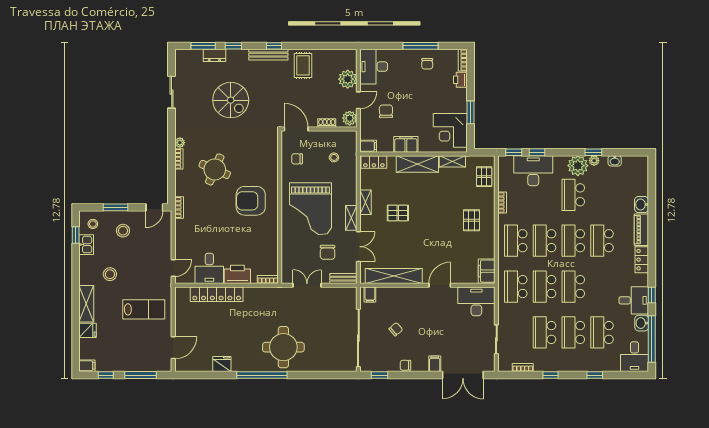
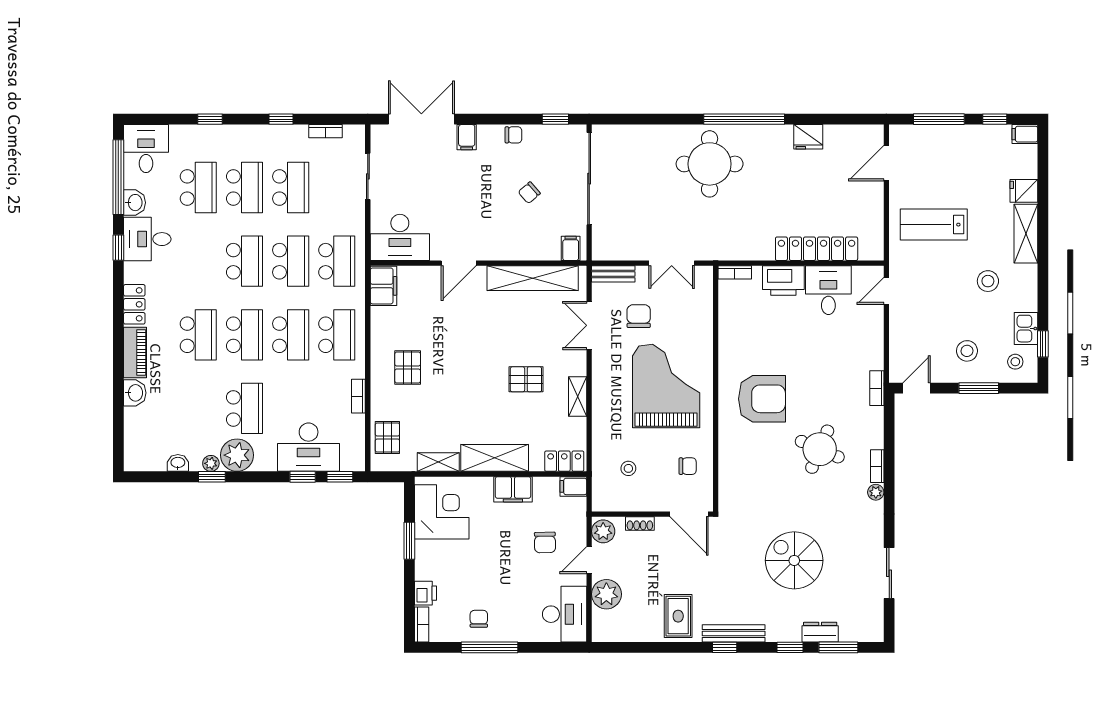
shelving: (351, 218) -> (601, 372), removed

